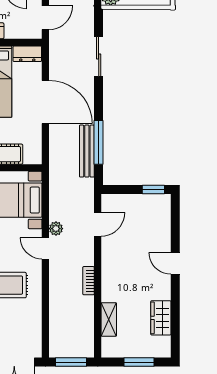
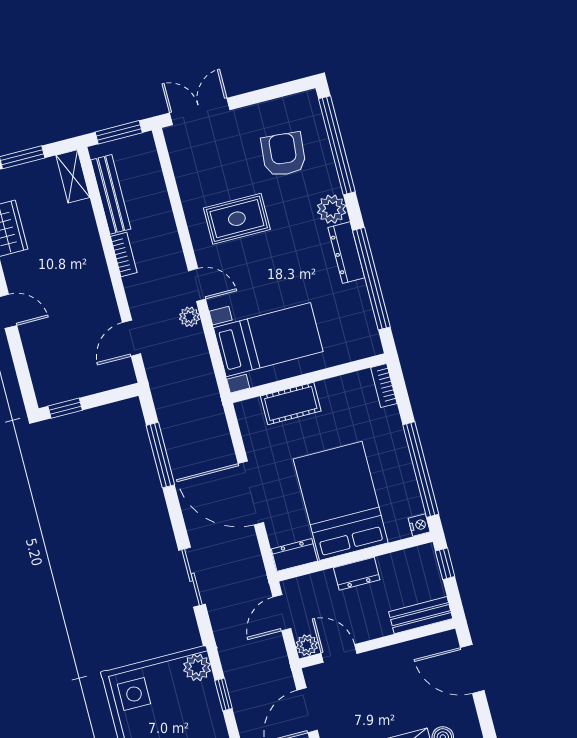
bench: (87, 151) -> (111, 194), moved
shelving: (109, 319) -> (73, 176), moved

